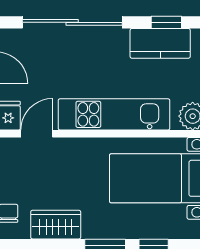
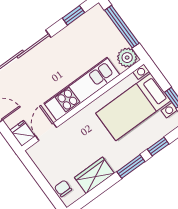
kitchen counter: (160, 43) -> (79, 30), removed

